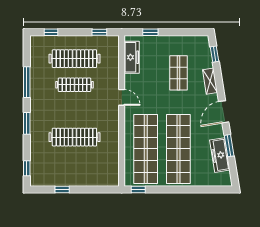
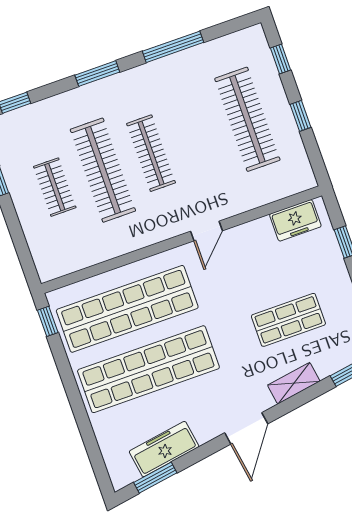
window: (99, 32) -> (300, 116), moved
freezer: (132, 57) -> (295, 220), width x0.71
clothes rail: (74, 85) -> (151, 153), moved
door: (224, 112) -> (246, 428), swing flipped
window: (229, 146) -> (155, 478), moved
clothes rail: (74, 163) -> (55, 187), added

